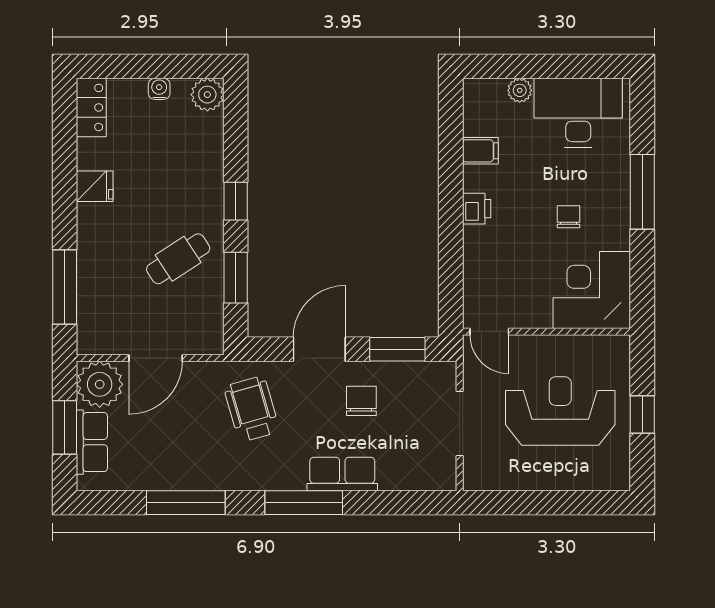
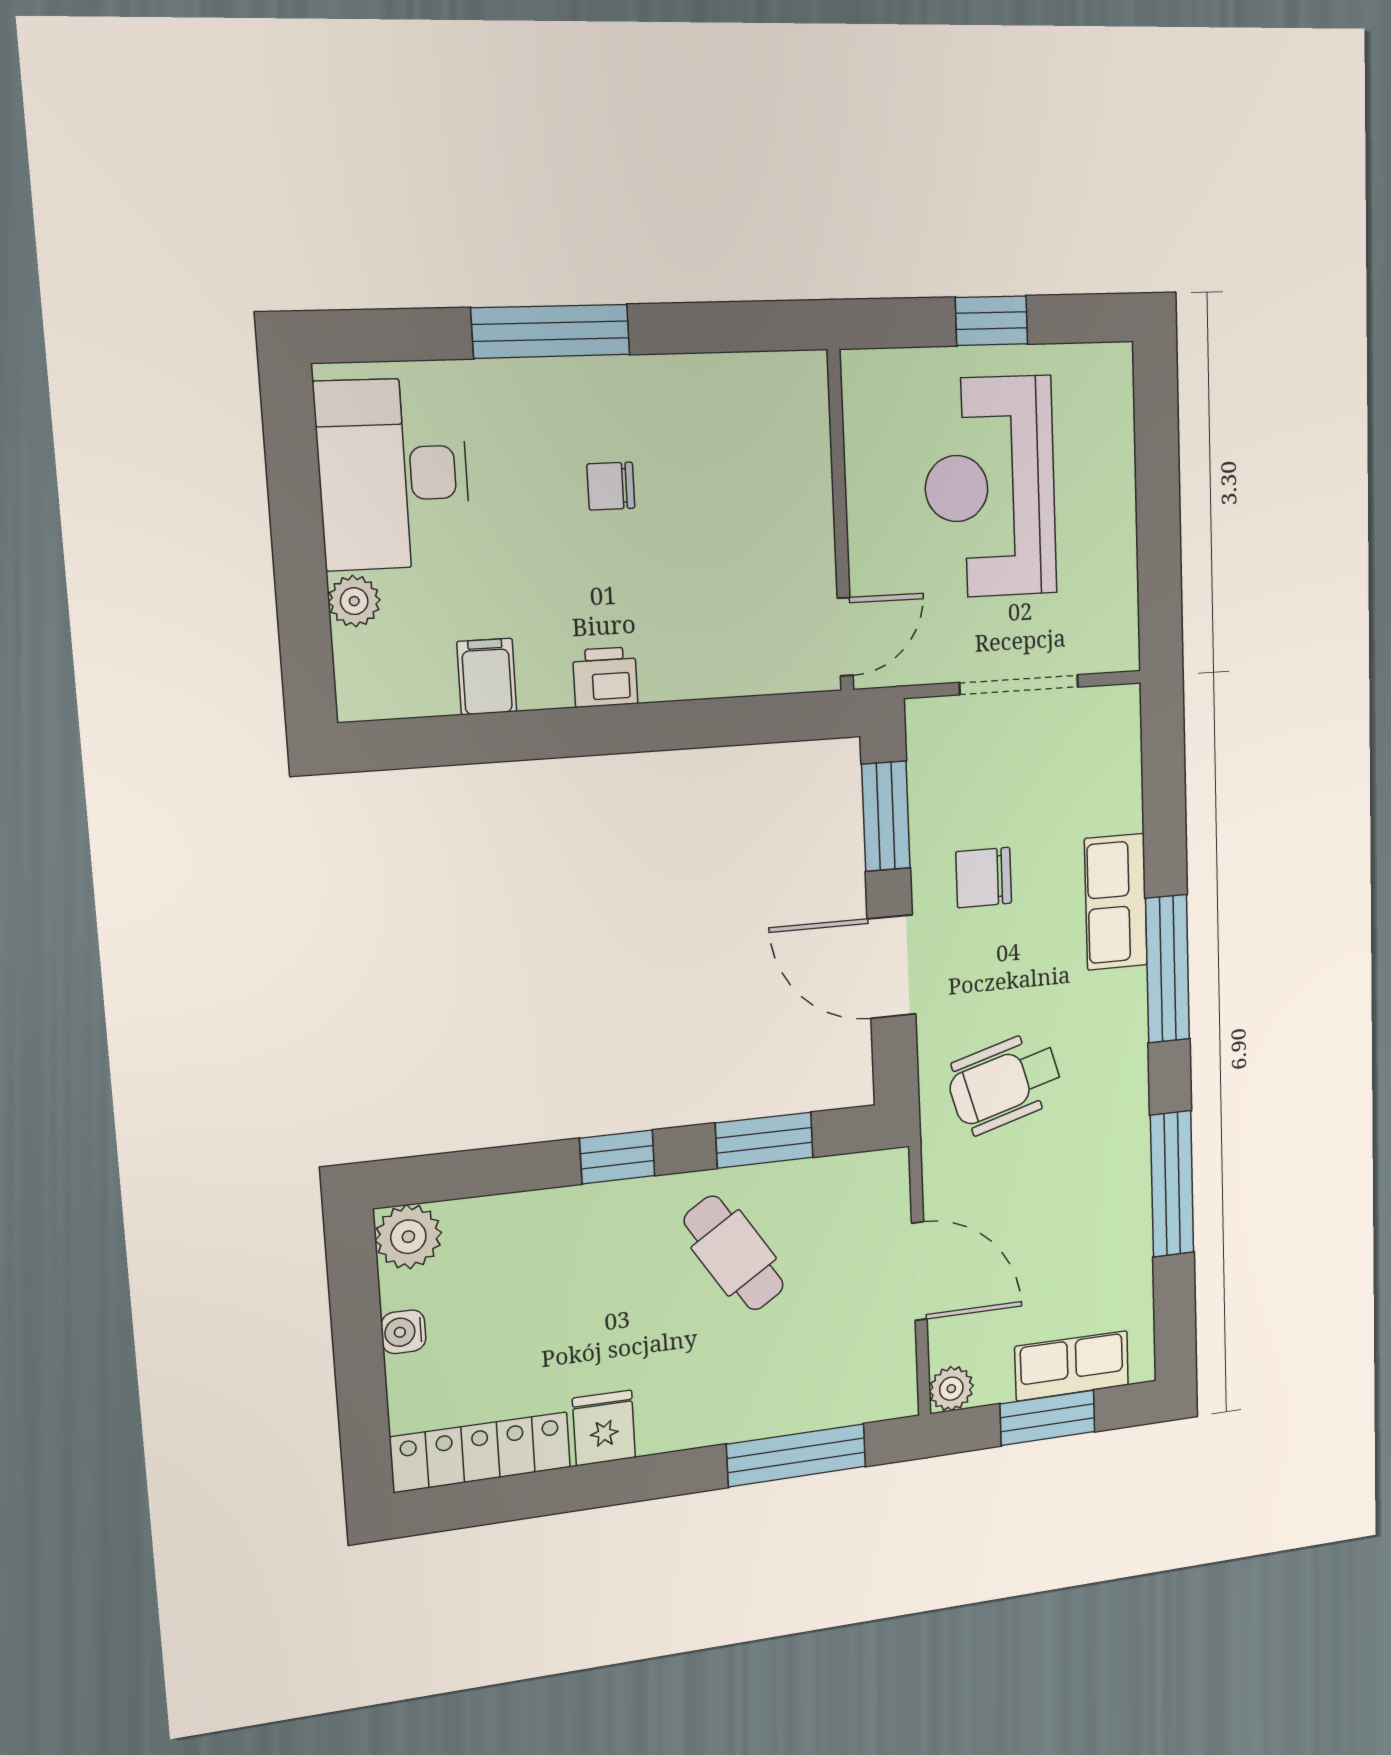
locker: (91, 107) -> (481, 1452), width x1.53
corner desk: (592, 290) -> (755, 432), removed
plant: (100, 384) -> (951, 1389), width x0.53, depth x0.53

